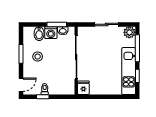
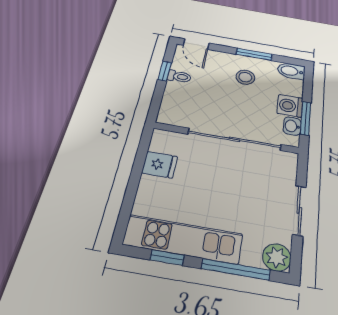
bidet: (39, 34) -> (291, 71), moved
fridge: (83, 88) -> (160, 165), moved

